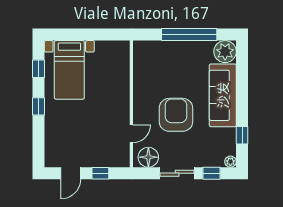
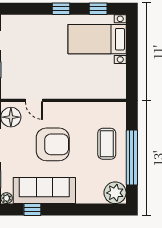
coffee table: (175, 60) -> (107, 144), added
sofa: (223, 95) -> (44, 191), moved

